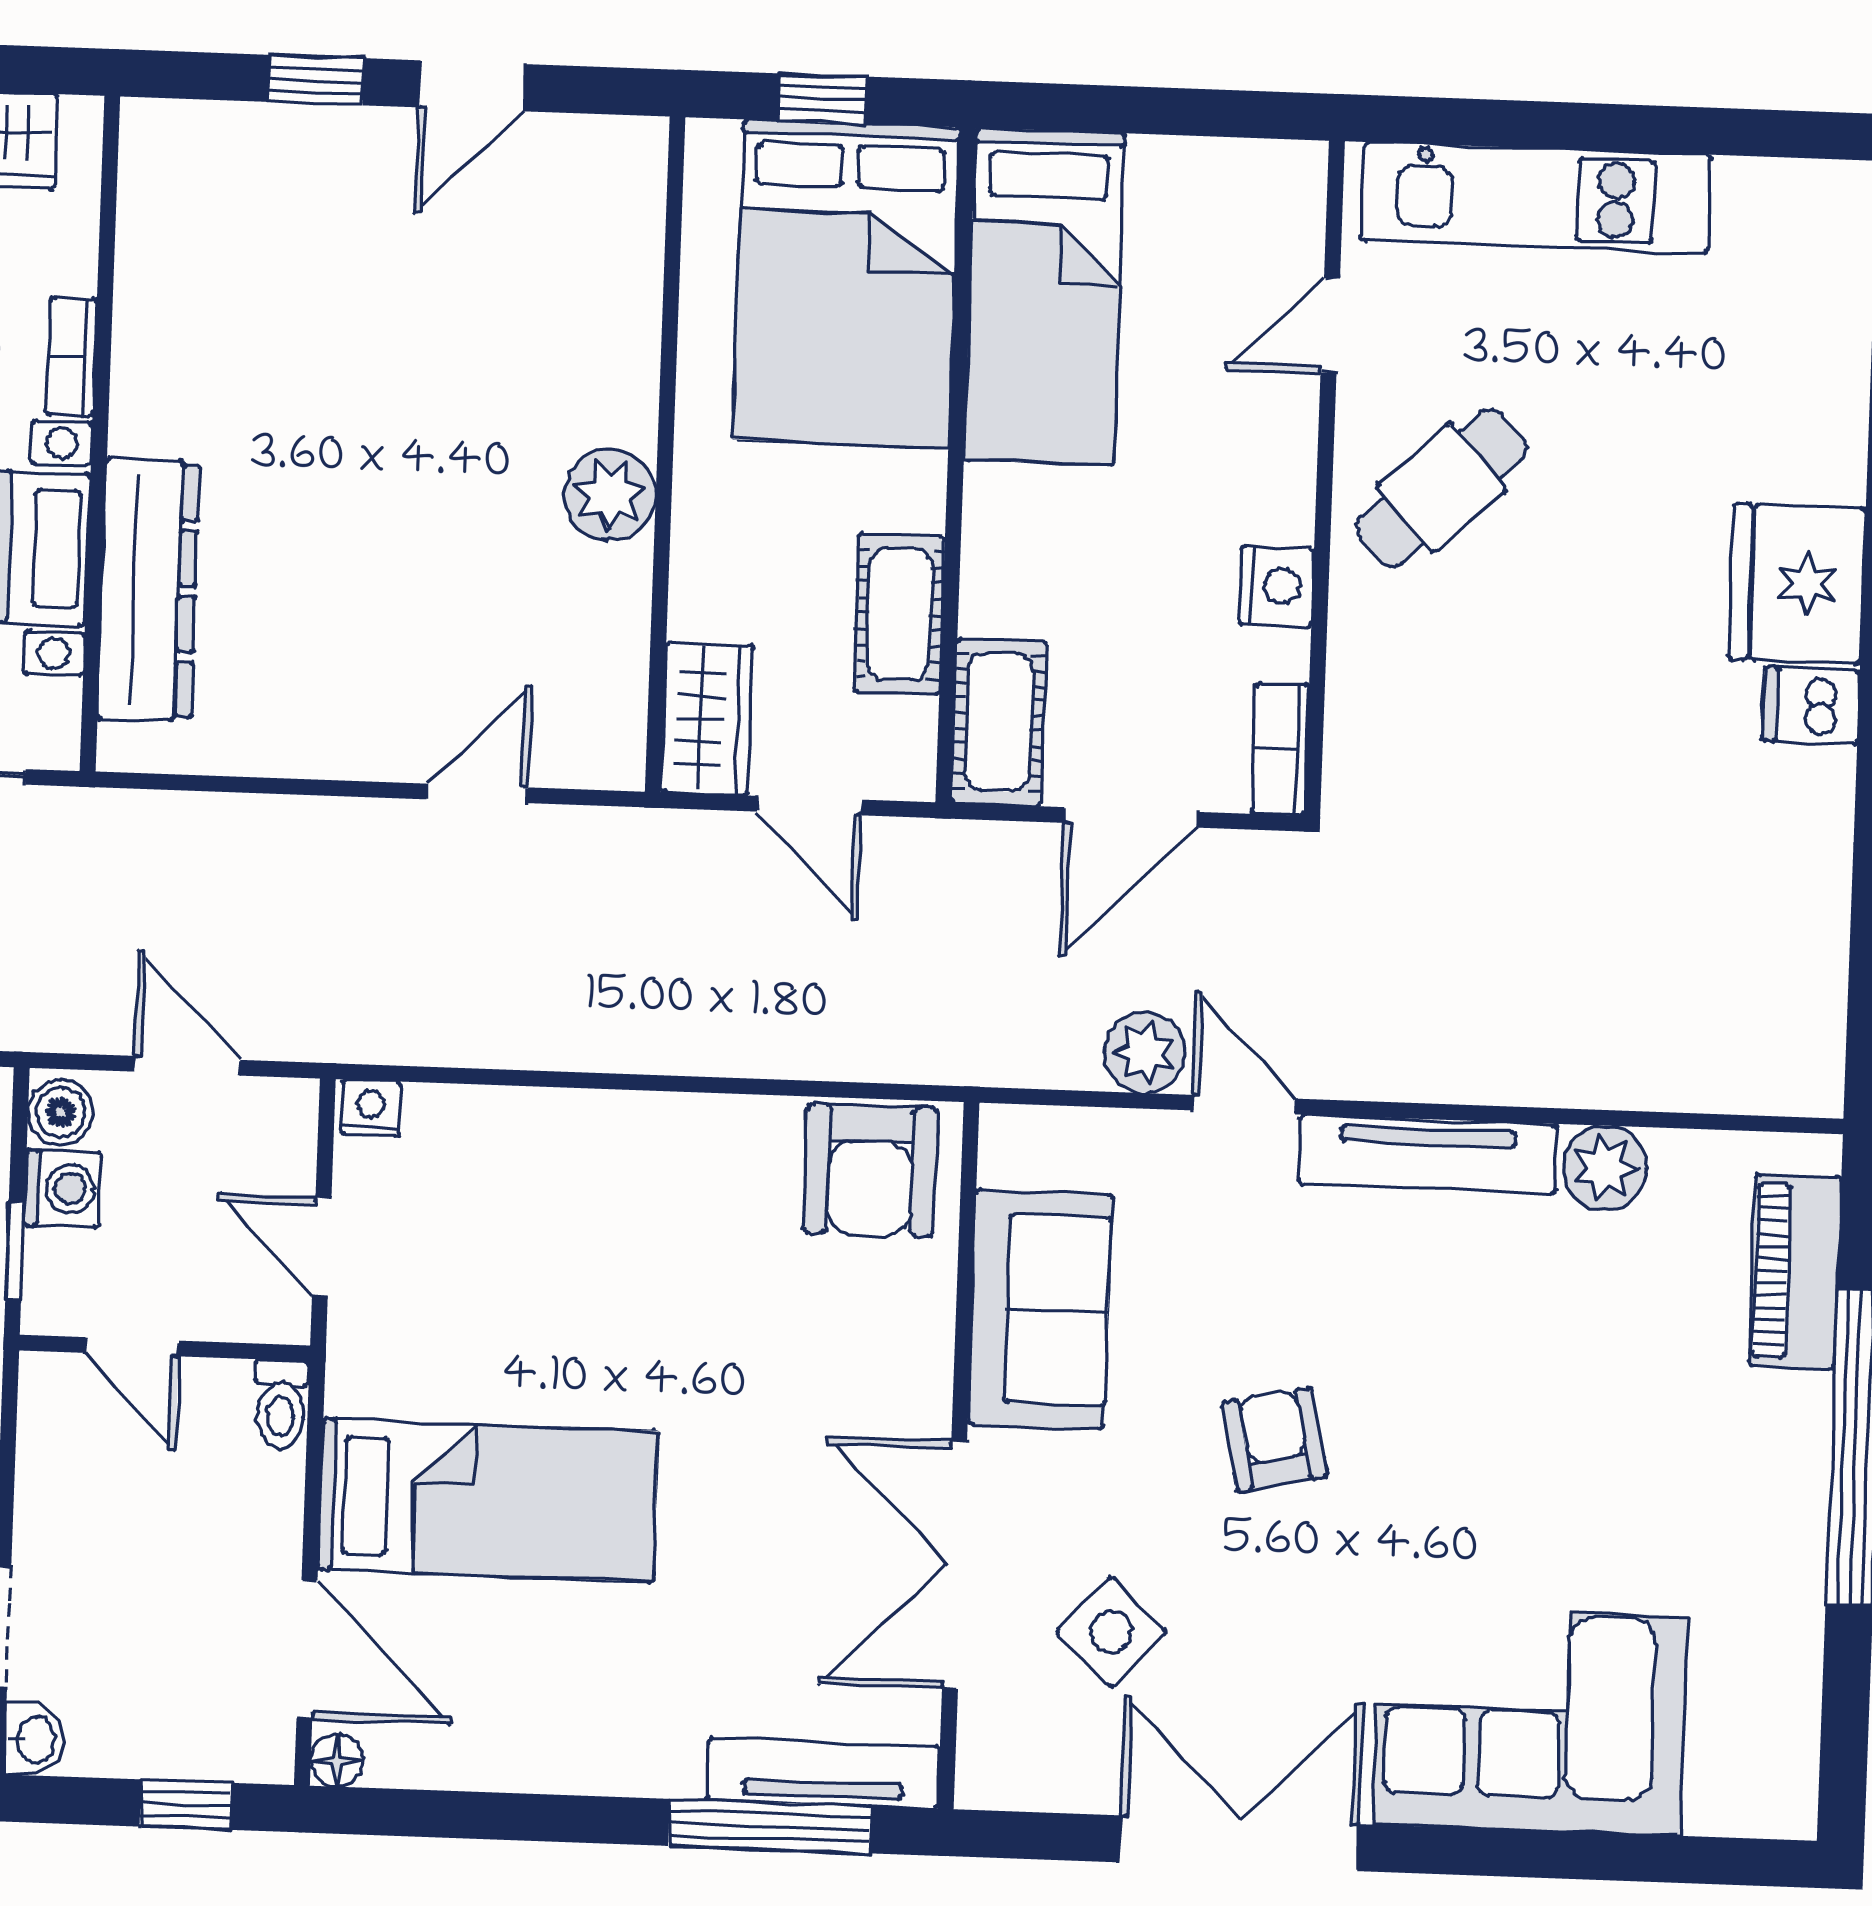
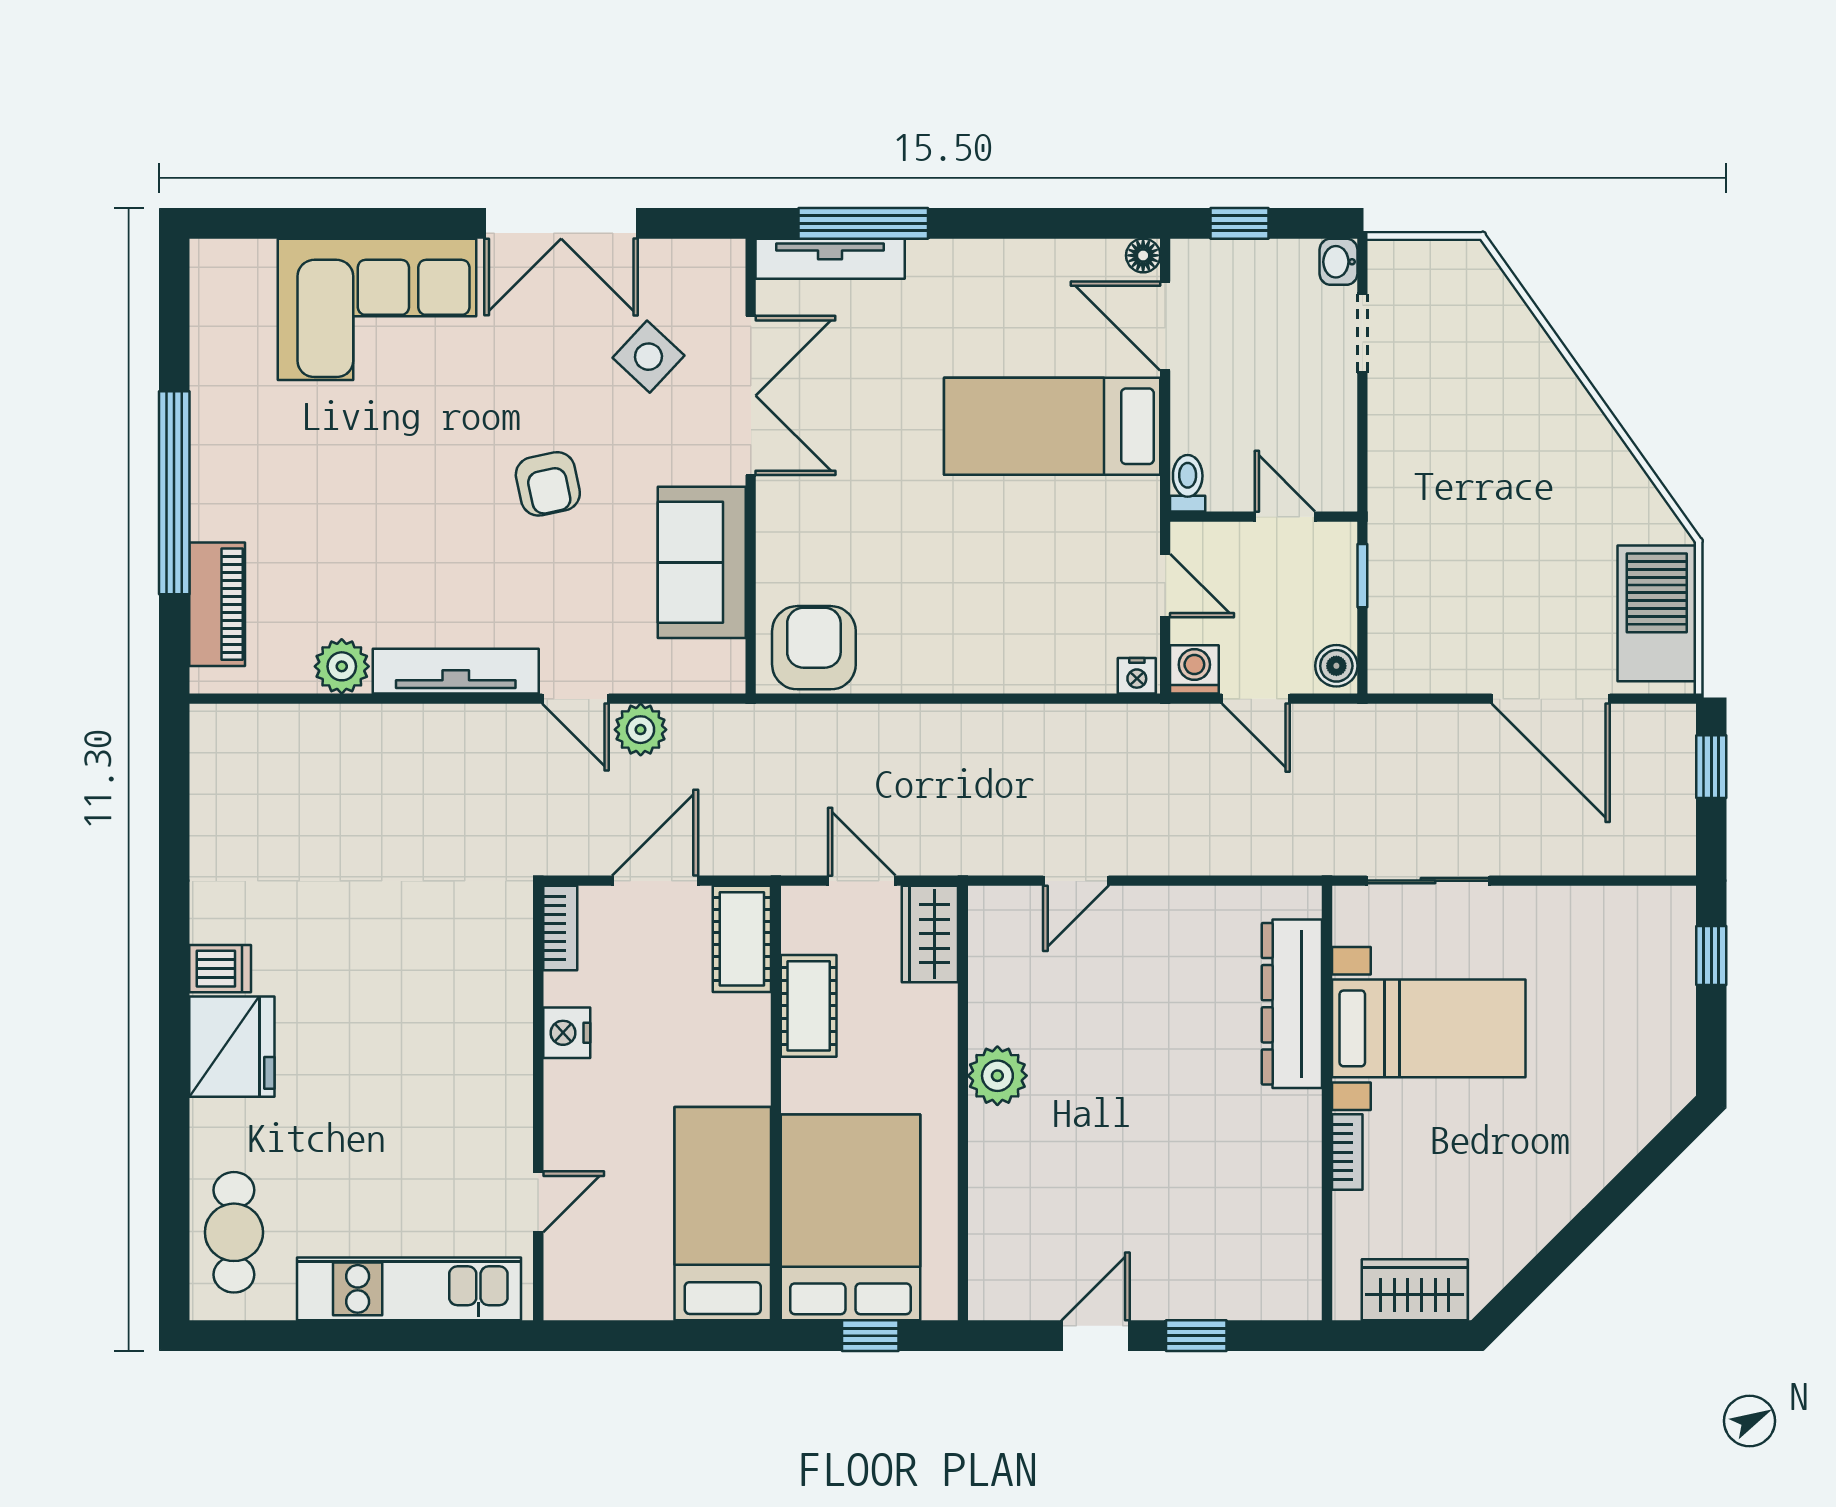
cafe table: (1442, 488) -> (234, 1232), moved, turned -47
washing machine: (63, 1189) -> (1194, 669), moved, turned 90

